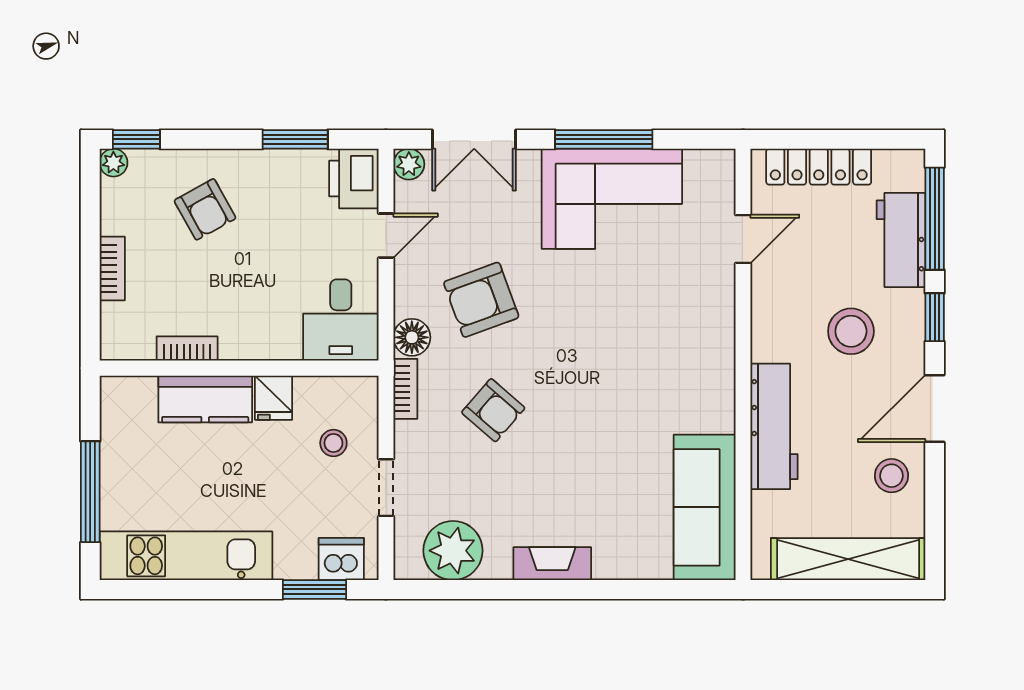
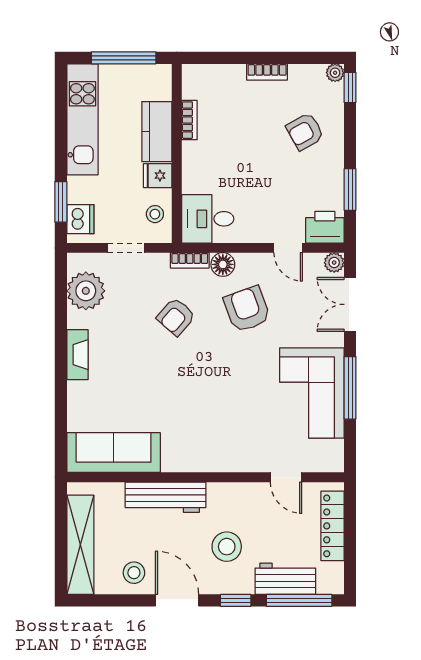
desk: (341, 320) -> (208, 219), moved
bookcase: (187, 348) -> (189, 120), moved
wall: (239, 368) -> (177, 153), moved
fridge: (274, 398) -> (158, 176), moved
kitchen counter: (205, 399) -> (157, 132), moved

